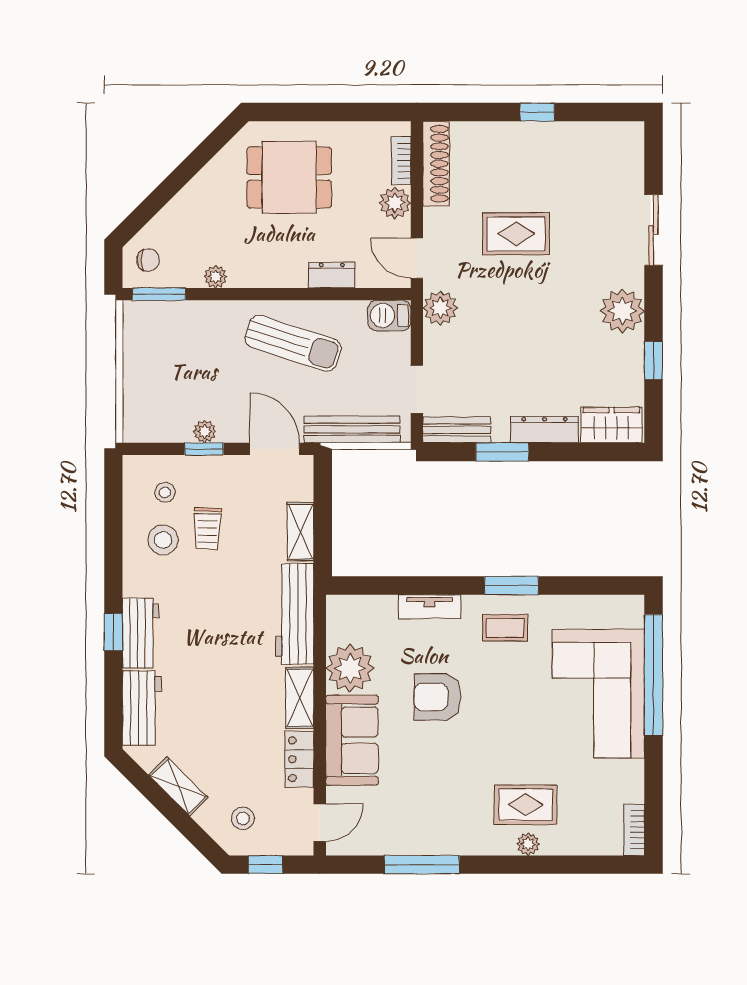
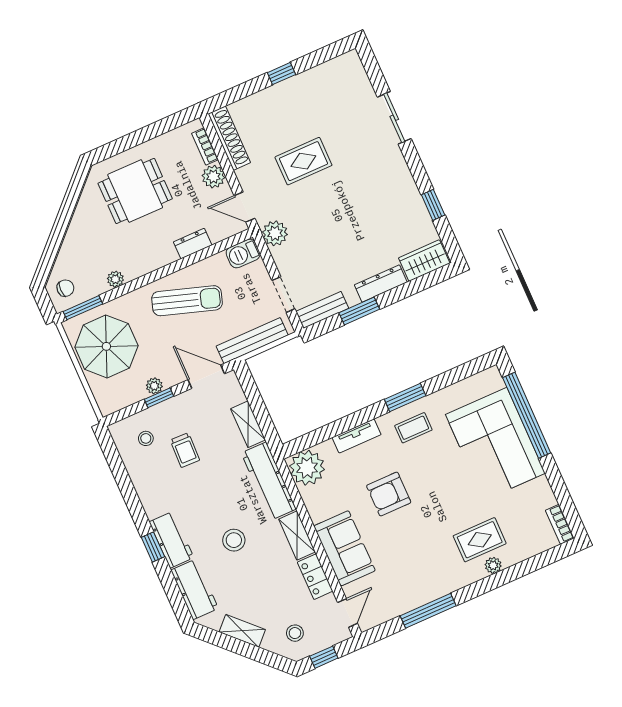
plant: (622, 311) -> (397, 181), removed
parasol: (167, 356) -> (106, 346), added
stool: (163, 540) -> (234, 540), moved
plant: (350, 668) -> (307, 468), moved

